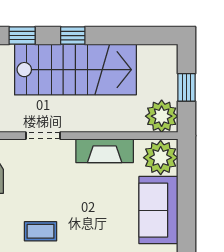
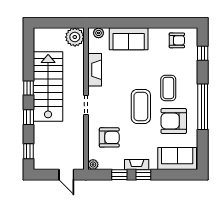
window: (186, 87) -> (58, 23), removed
plant: (161, 158) -> (99, 33), width x0.53, depth x0.53
coffee table: (41, 231) -> (141, 106), width x1.86, depth x1.72

